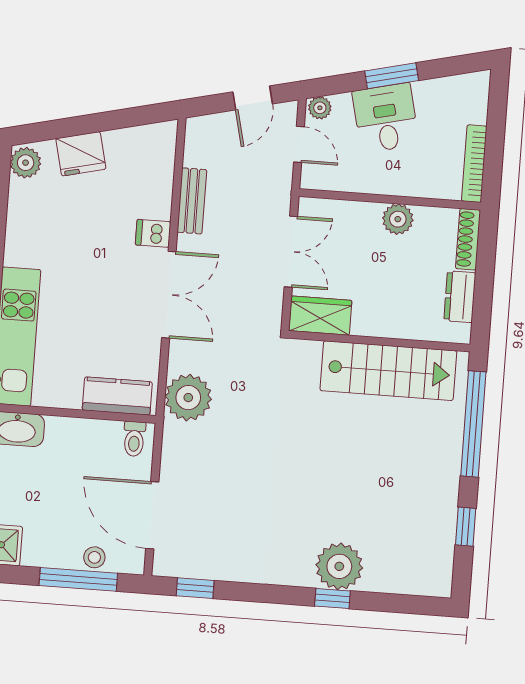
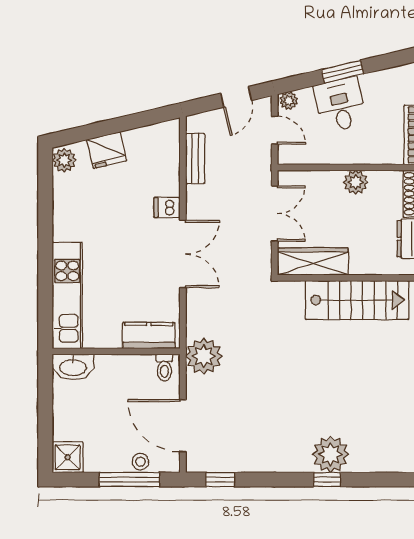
bench: (192, 201) -> (195, 159), moved
wardrobe: (320, 316) -> (313, 261), width x1.50
plant: (188, 398) -> (204, 356), moved

